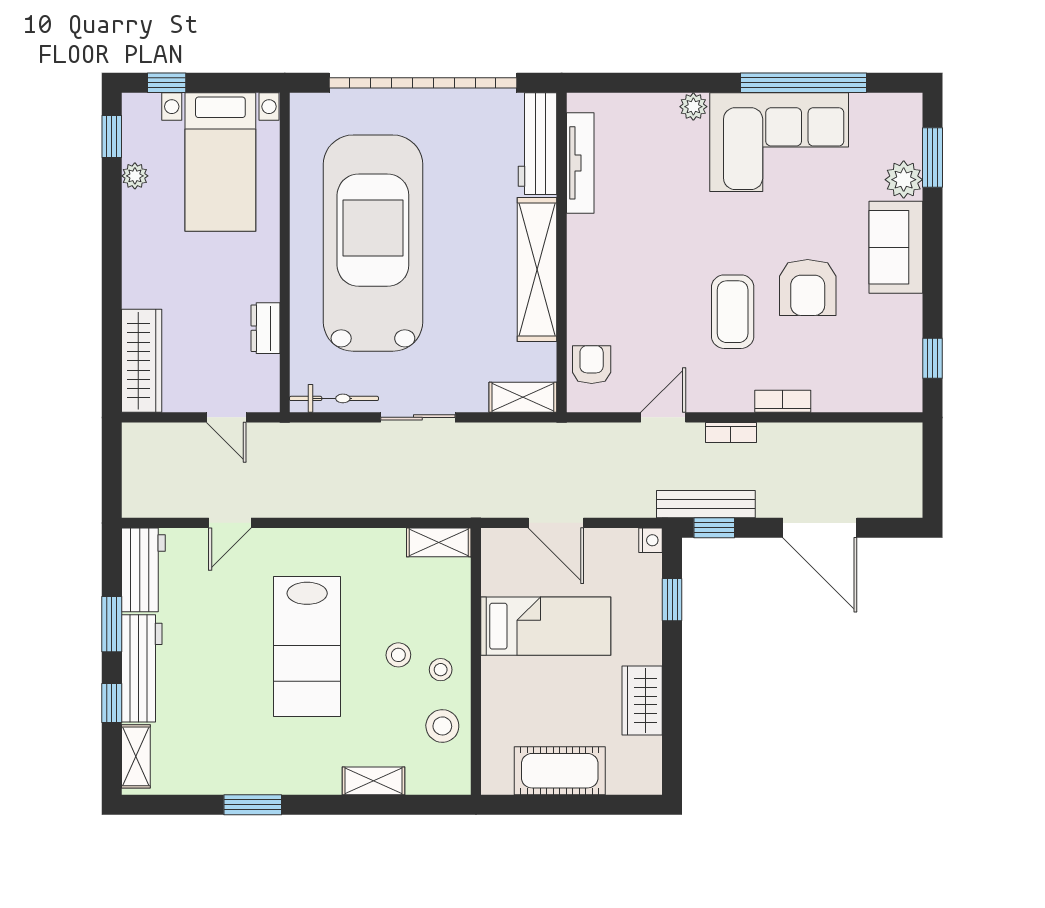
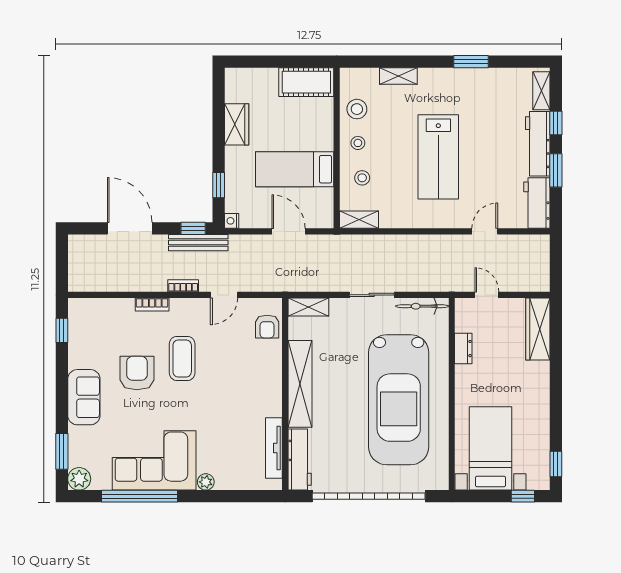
plant: (135, 176) -> (542, 440), removed
plant: (904, 180) -> (79, 479), moved
lab bench: (307, 647) -> (438, 157), turned 180
stool: (398, 655) -> (362, 178), moved
cot: (560, 771) -> (306, 82), moved

